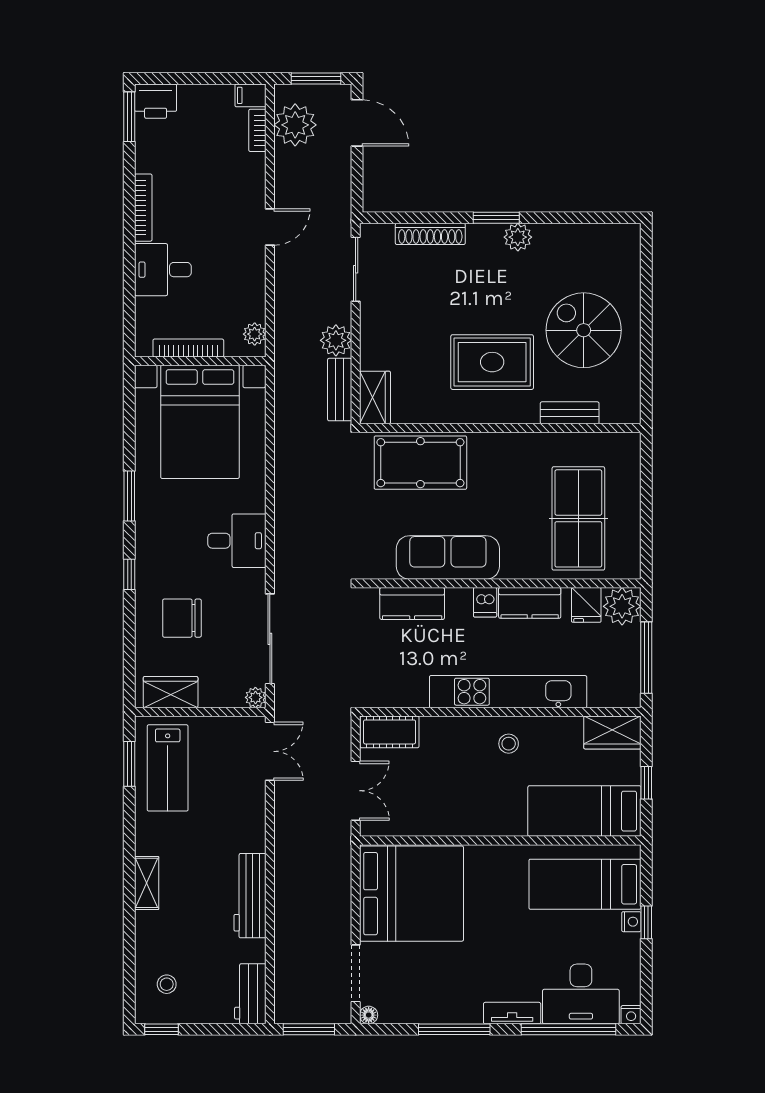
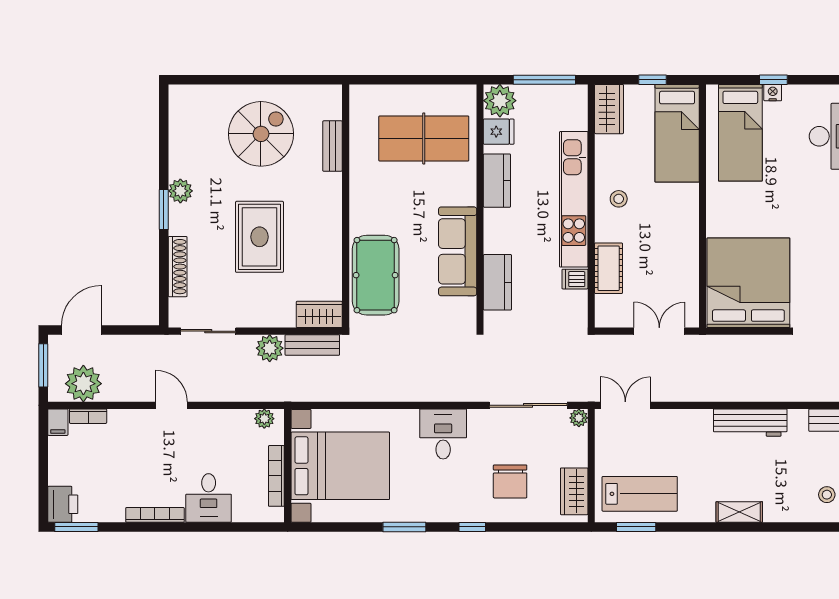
spiral stairs: (584, 330) -> (261, 134), turned 180
rug: (492, 362) -> (260, 237), moved
dishwasher: (485, 602) -> (575, 279), moved, turned 180
cot: (390, 732) -> (609, 268), moved

